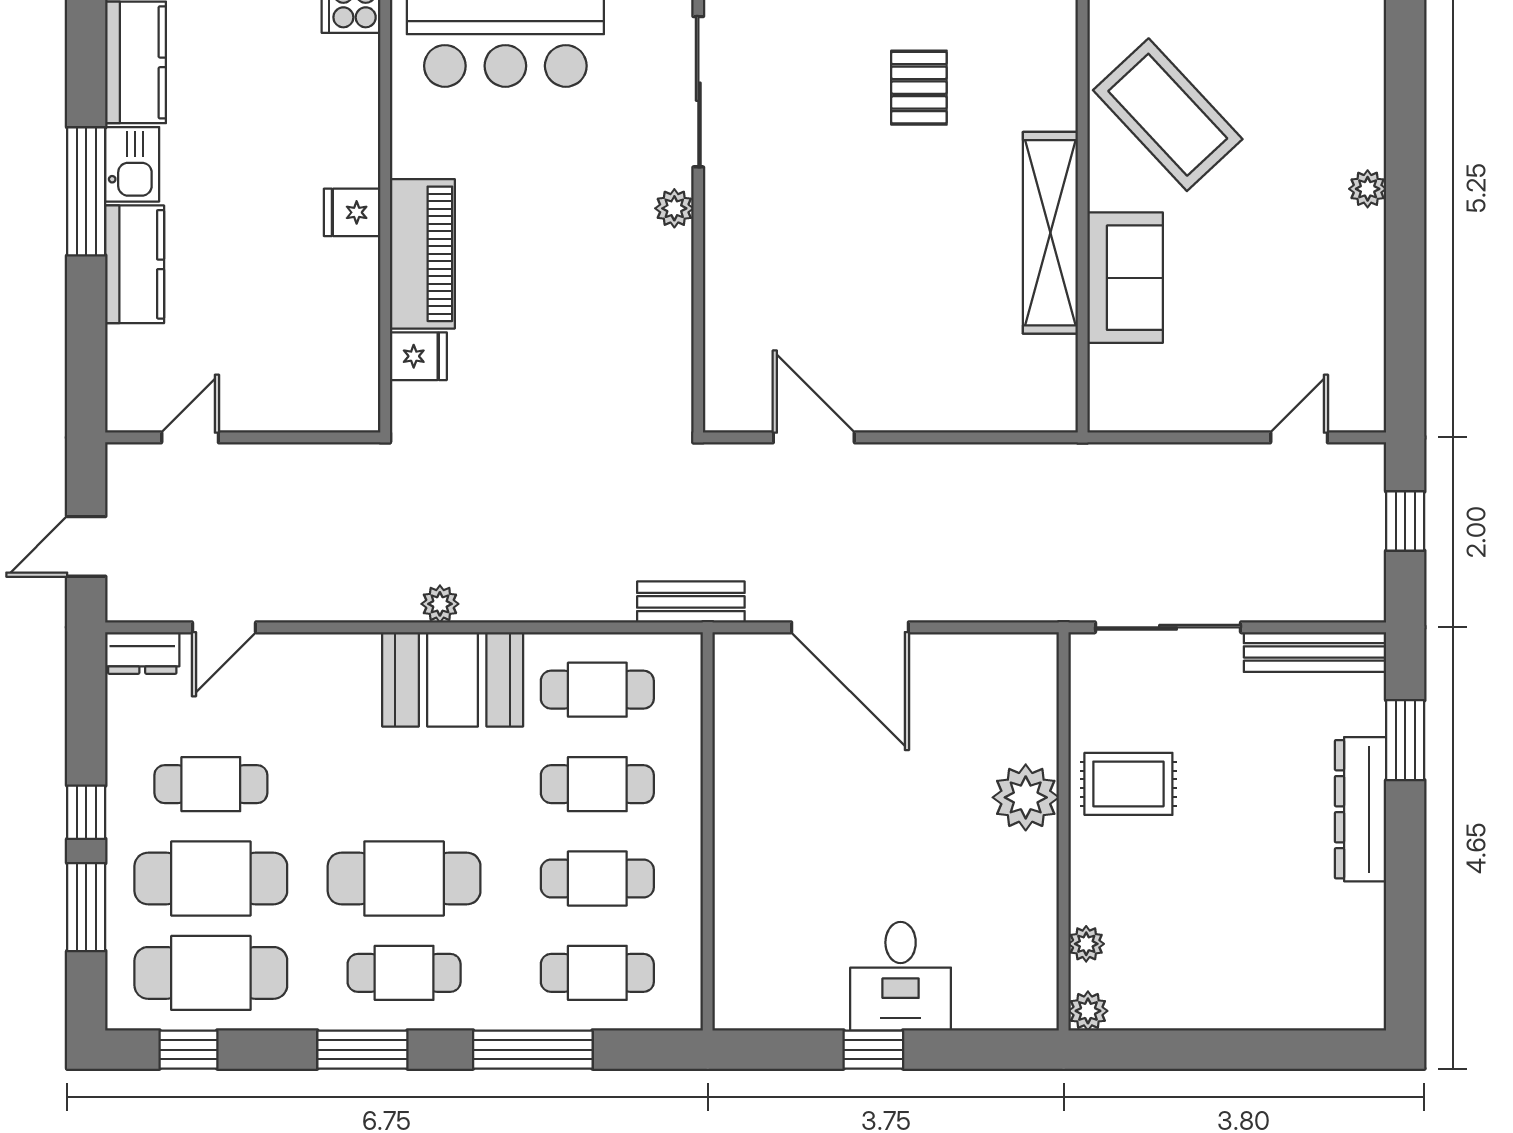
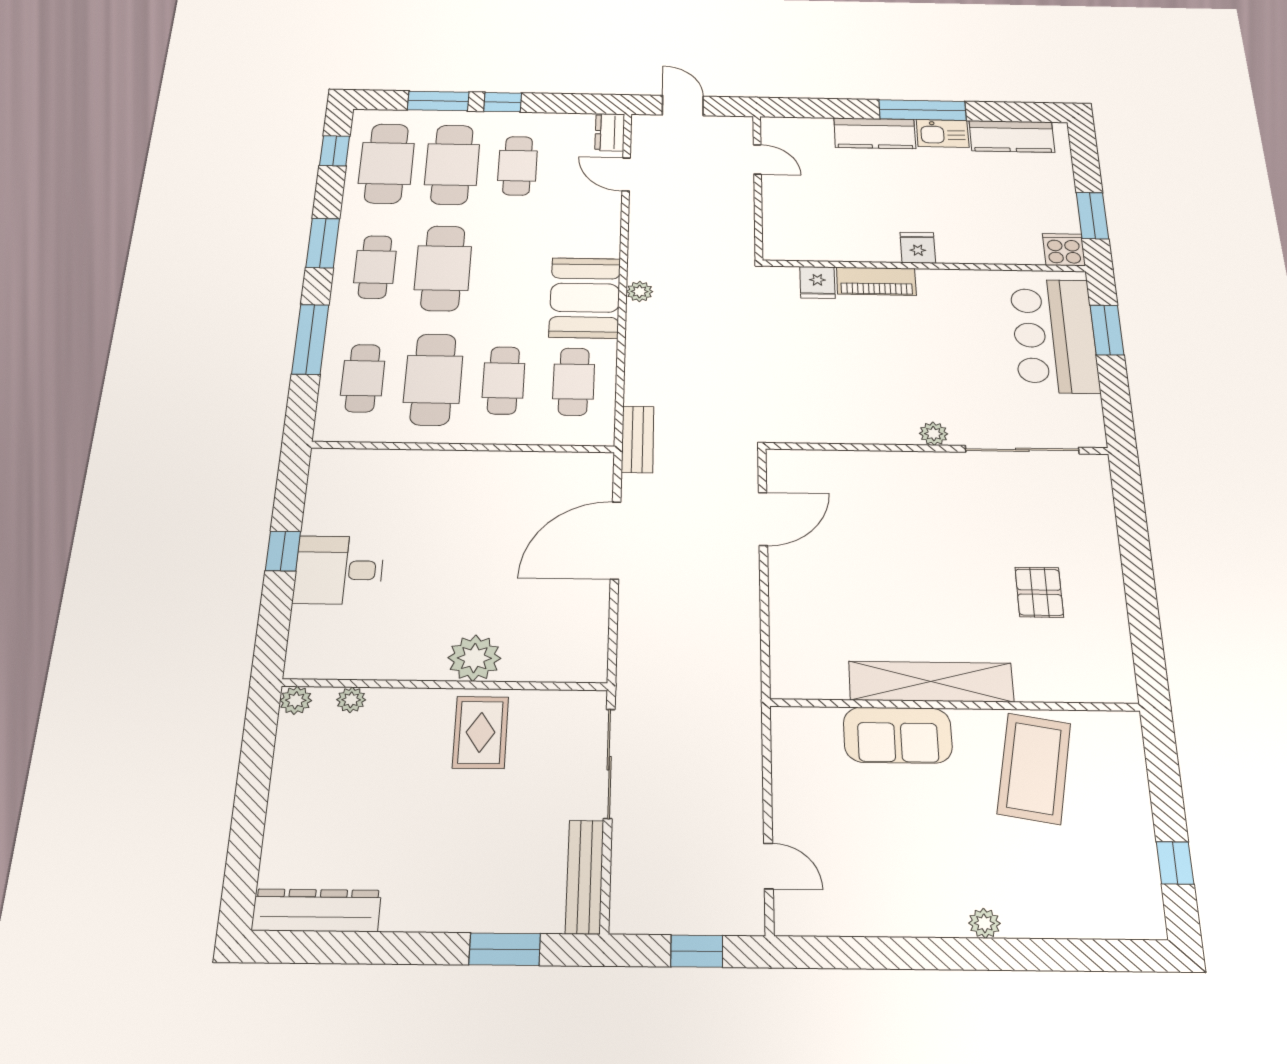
pallet: (919, 88) -> (1039, 592), turned 90
coffee table: (1168, 115) -> (1034, 768), turned -37
piano: (422, 254) -> (876, 281), width x0.73, depth x0.75
dresser: (1361, 809) -> (316, 910), moved
cafe table: (597, 879) -> (433, 379), width x1.37, depth x1.35

